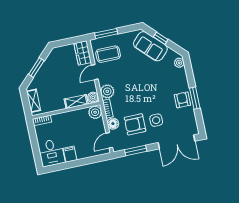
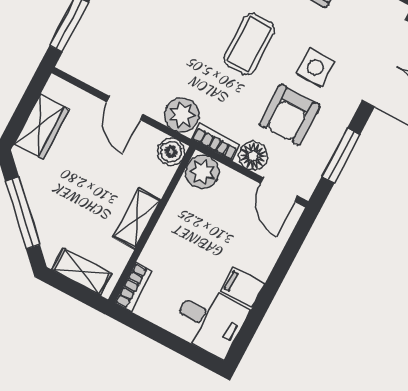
wardrobe: (83, 53) -> (42, 127), moved, turned -90
coffee table: (108, 54) -> (249, 44), moved
window: (36, 68) -> (23, 213), width x1.44
shelving: (76, 101) -> (137, 219), moved

